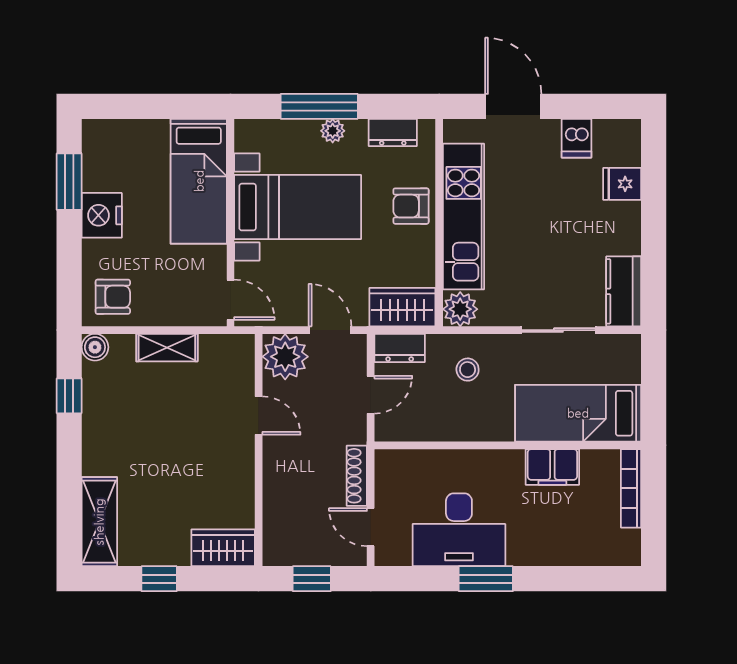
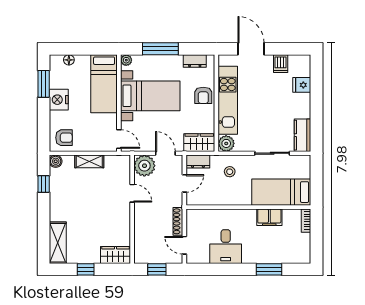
floor lamp: (123, 130) -> (69, 60), added
plant: (333, 131) -> (126, 60), moved
armchair: (411, 206) -> (203, 95), turned -90
bookcase: (631, 488) -> (306, 221), width x0.64
desk: (459, 530) -> (226, 247), width x0.73
window: (486, 579) -> (269, 269), moved

